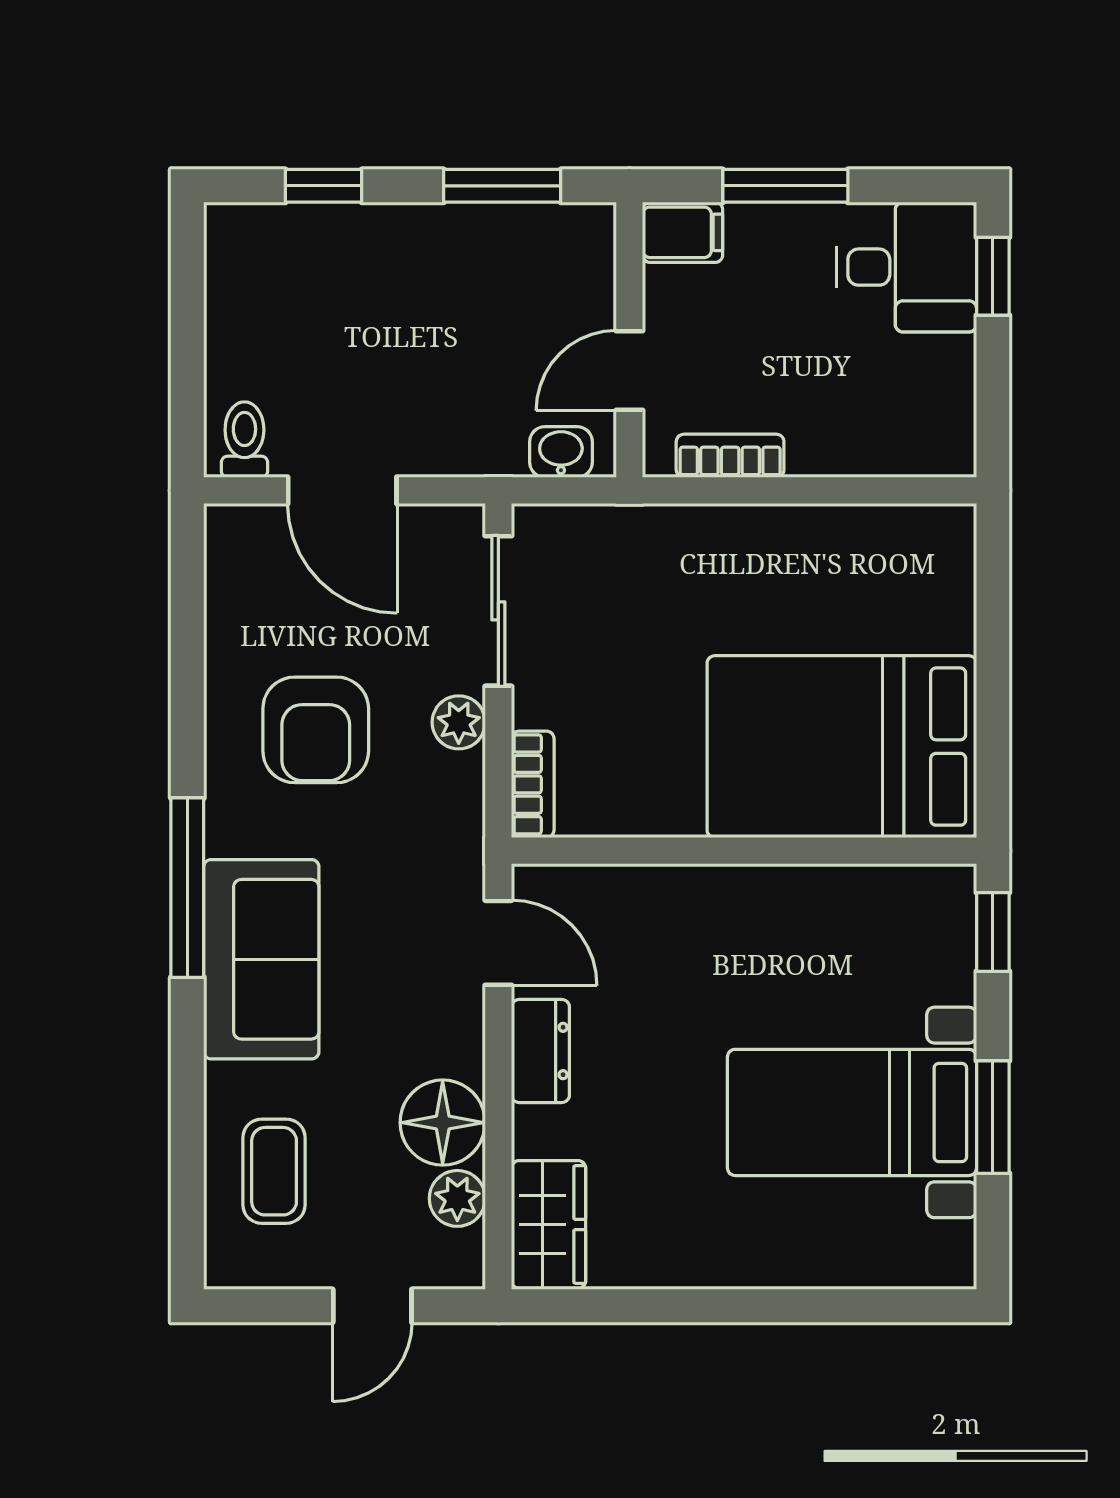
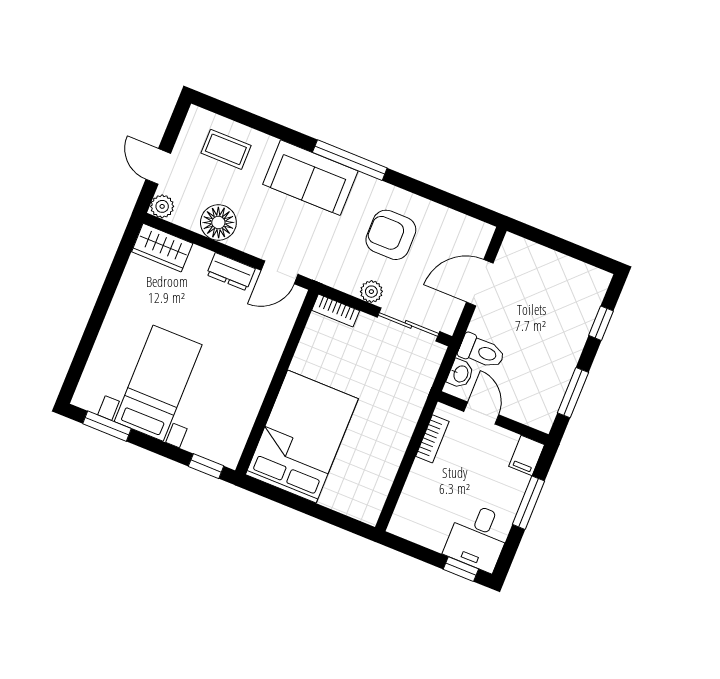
toilet: (244, 440) -> (482, 351), moved, width x1.37, depth x1.39
window: (993, 1117) -> (107, 426), moved
plant: (457, 1198) -> (162, 206), moved

